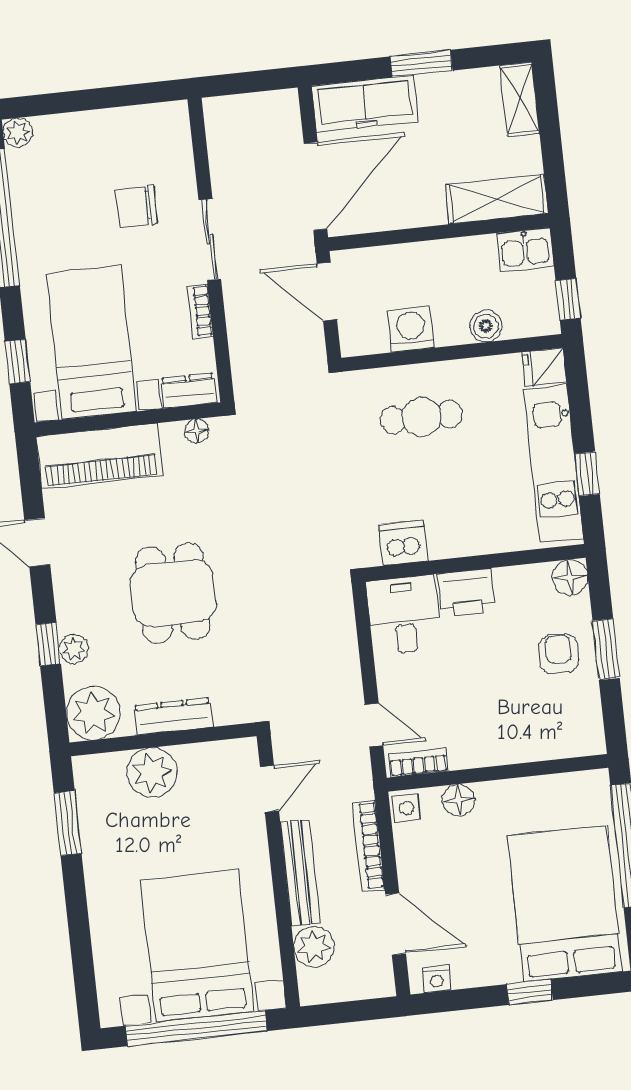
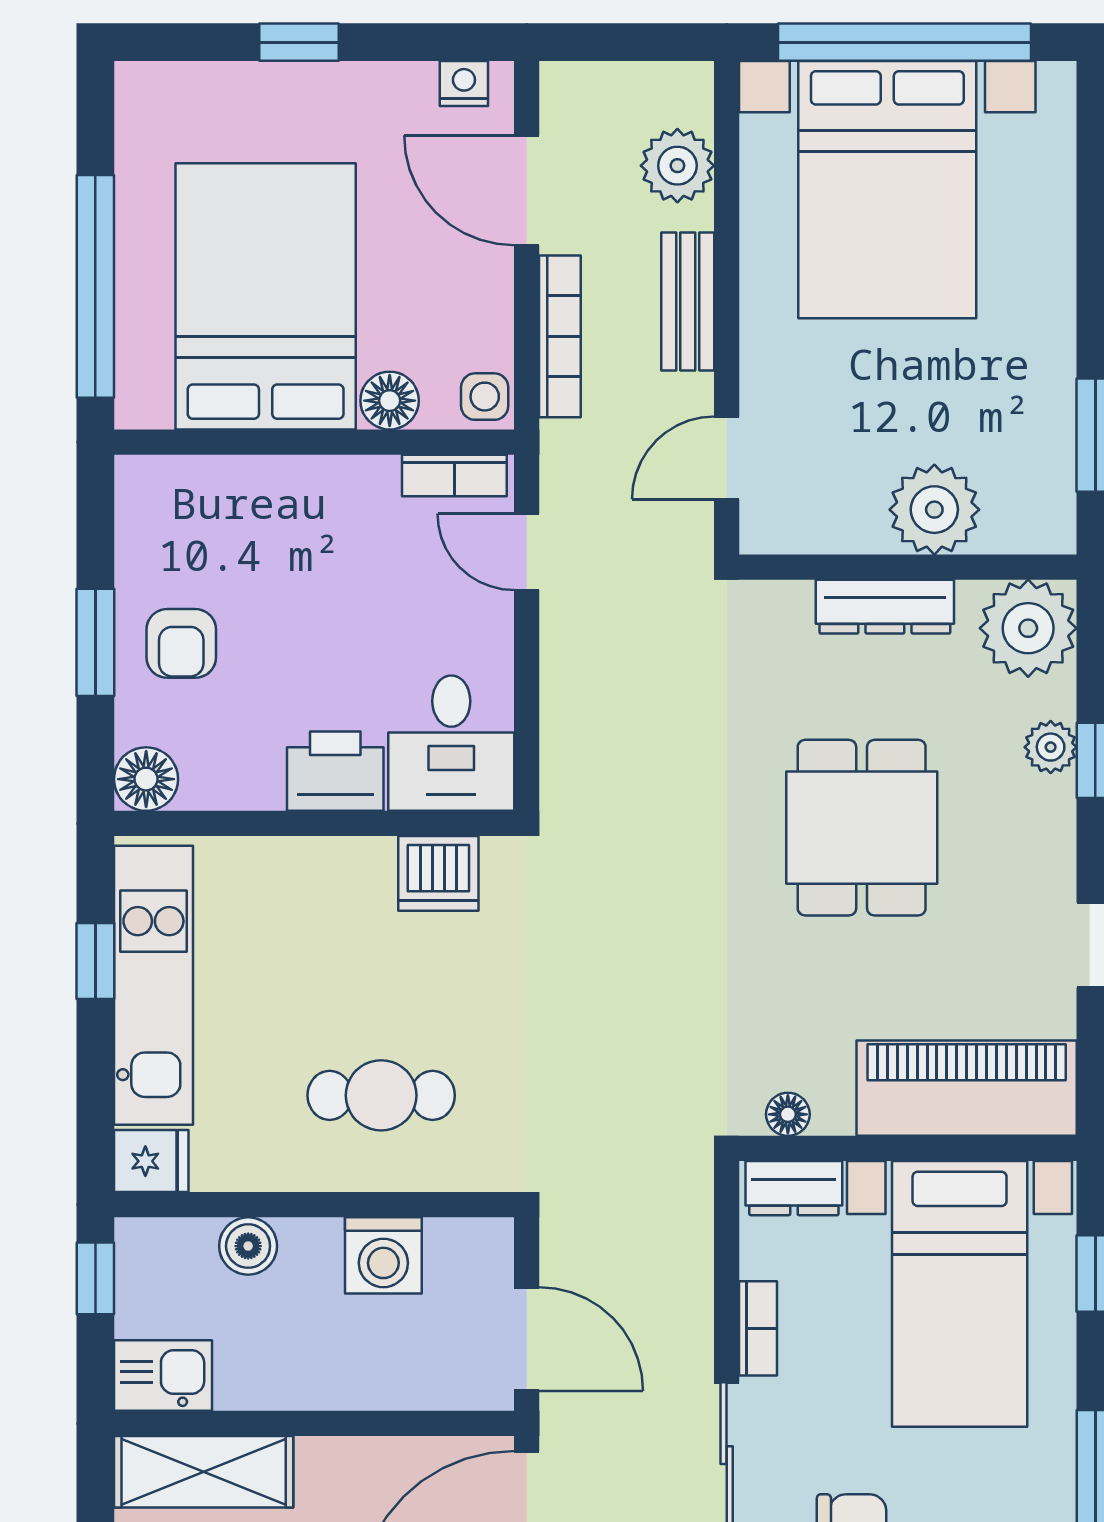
bench: (300, 872) -> (688, 302), width x0.73
bed: (565, 904) -> (266, 296), moved, turned 180

